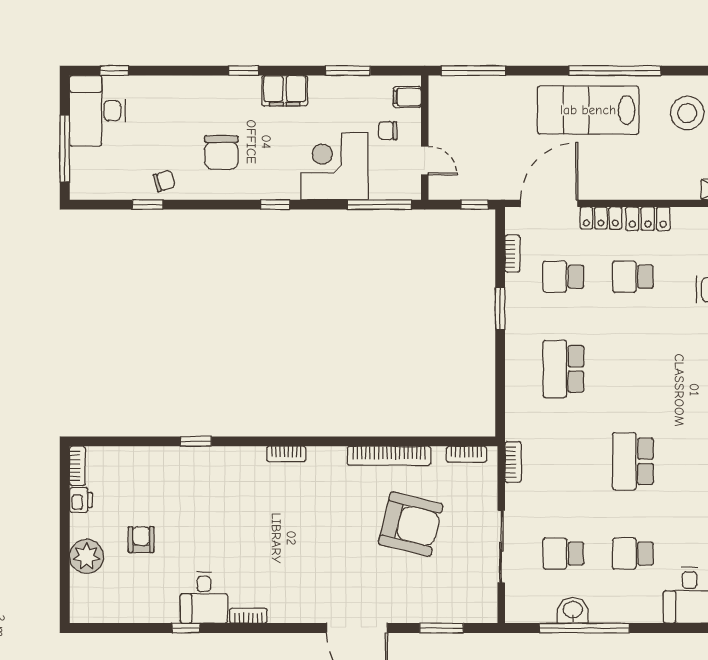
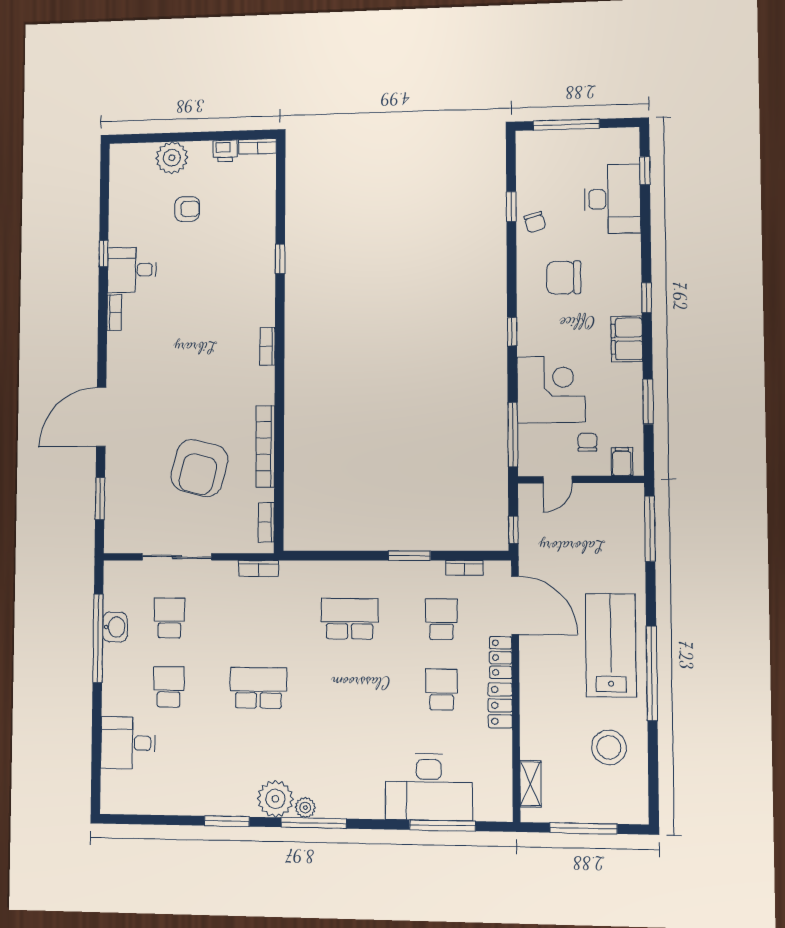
desk: (97, 111) -> (612, 199), moved, turned 90

